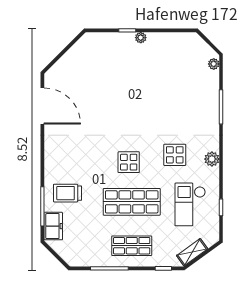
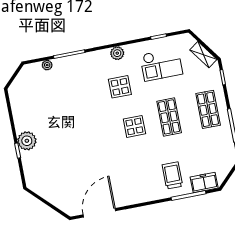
plant: (141, 38) -> (27, 141), width x1.87, depth x1.87
plant: (214, 64) -> (47, 65), moved
trolley: (68, 193) -> (172, 175), turned 180
shop shelf: (132, 202) -> (169, 117), width x0.70, depth x0.74

